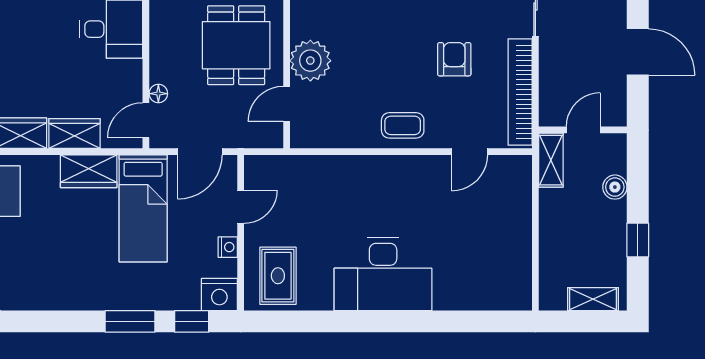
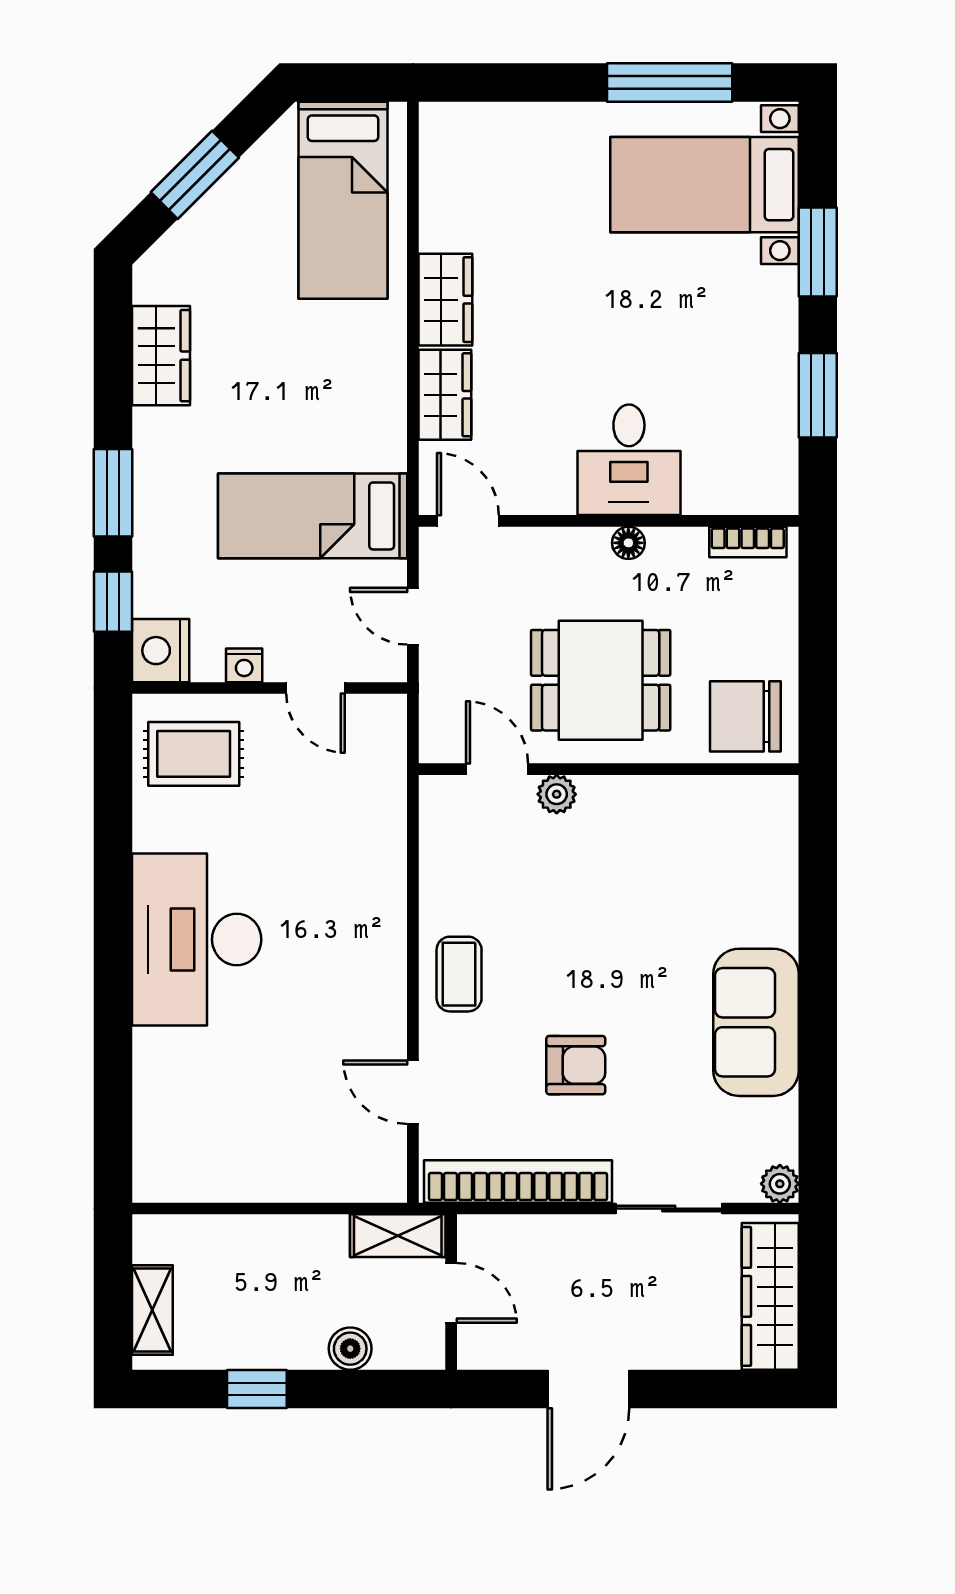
plant: (310, 61) -> (557, 794), width x0.53, depth x0.53
floor lamp: (158, 94) -> (628, 543), moved
door: (200, 152) -> (413, 616), width x0.73
wardrobe: (89, 171) -> (161, 356), moved, turned 180

